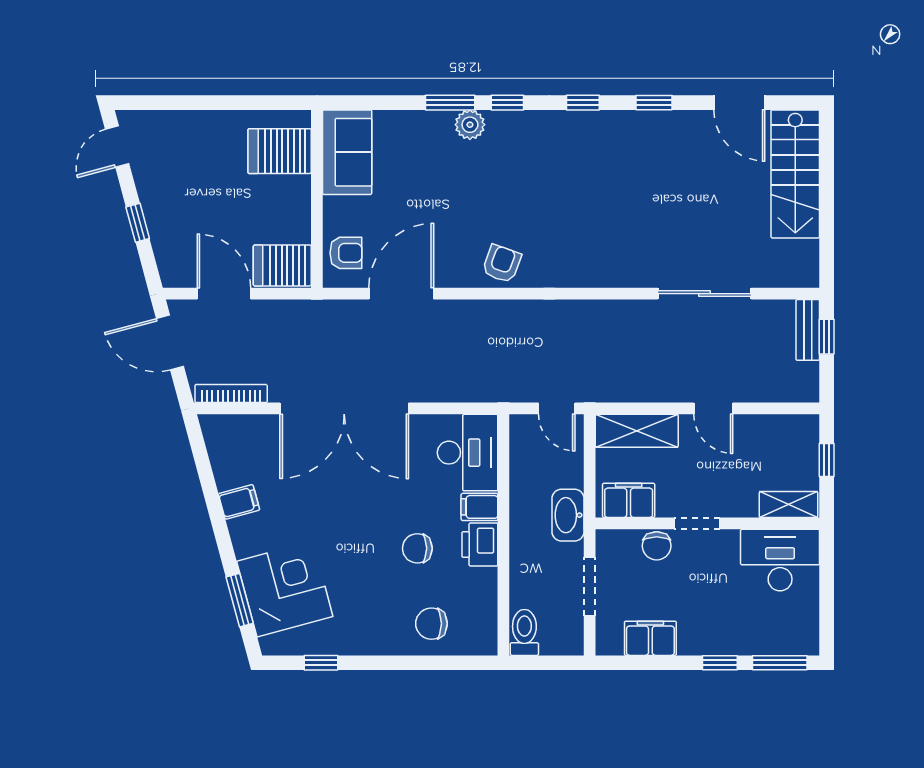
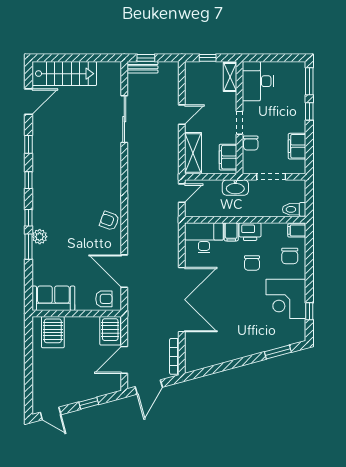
armchair: (346, 253) -> (104, 299), turned 90
filing cabinet: (239, 502) -> (297, 230), moved, turned -75
chair: (657, 546) -> (251, 143), turned 90
corner desk: (285, 589) -> (286, 299), moved, turned -75

